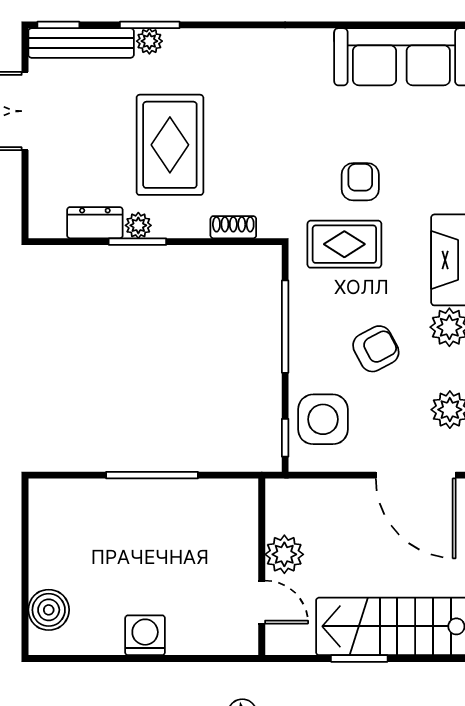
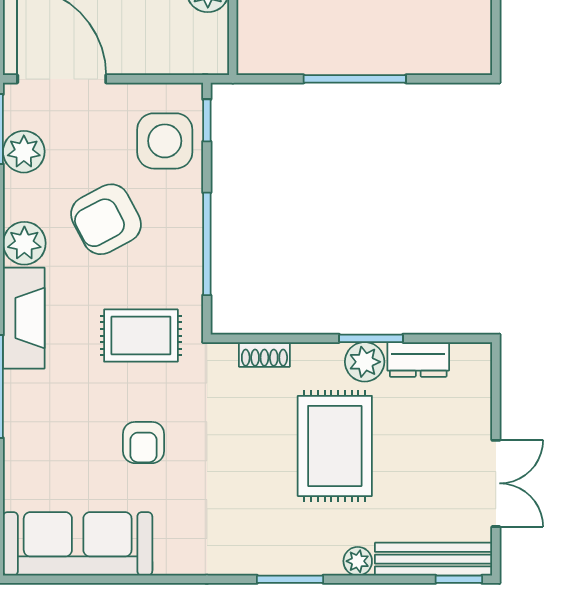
window: (150, 25) -> (290, 579), moved
armchair: (360, 182) -> (144, 443), moved
plant: (138, 225) -> (365, 362), width x1.38, depth x1.38
armchair: (376, 349) -> (106, 219), width x1.38, depth x1.38

